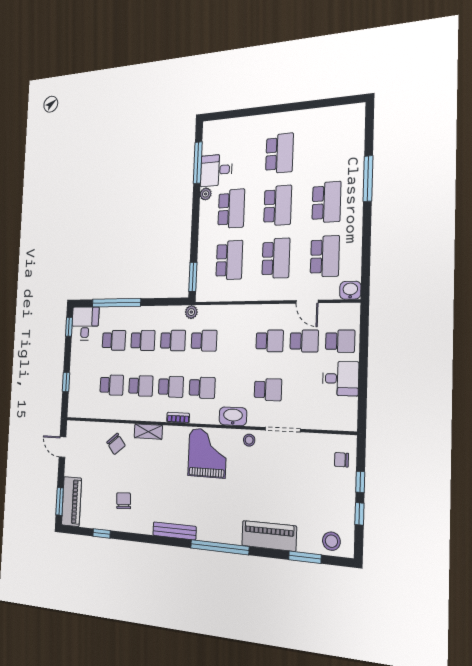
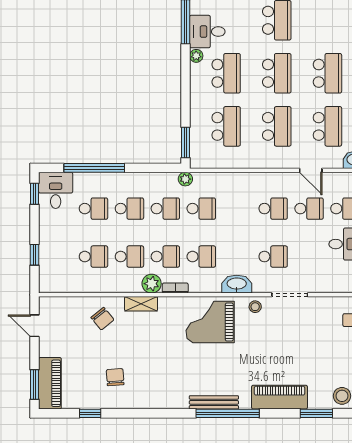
plant: (158, 412) -> (152, 284), added
grand piano: (207, 453) -> (210, 322), turned -90
bench: (174, 531) -> (214, 402), moved

